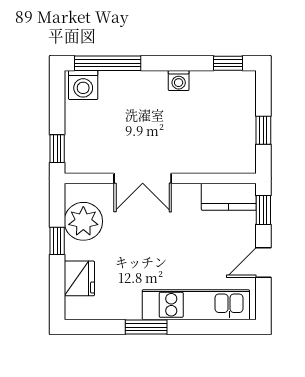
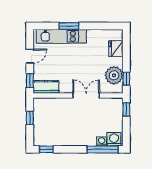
washing machine: (179, 81) -> (102, 141), moved
window: (57, 241) -> (126, 79), moved
window: (146, 327) -> (69, 26), moved

